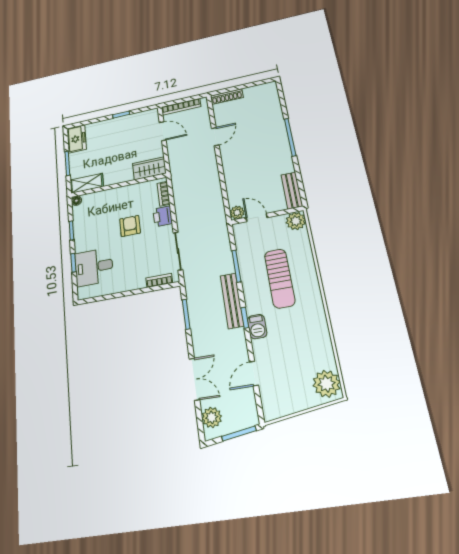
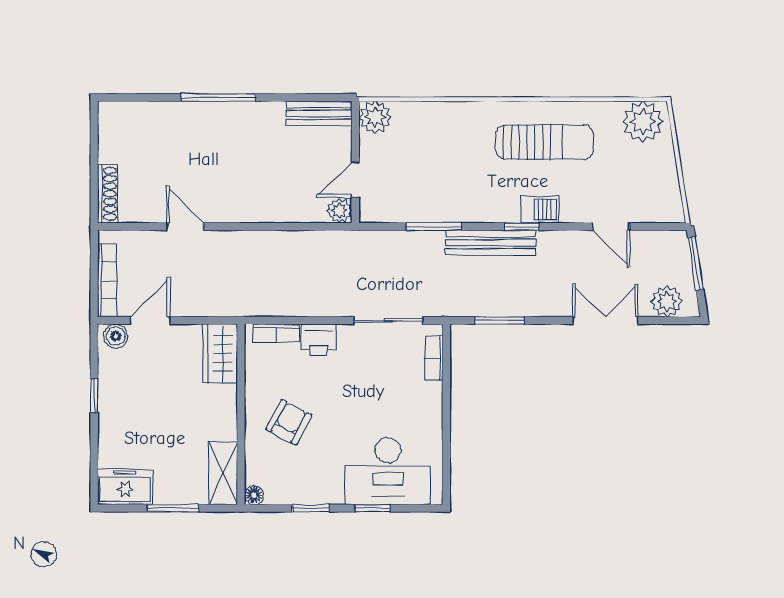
boiler: (153, 117) -> (116, 336), added
armchair: (130, 226) -> (289, 422), moved, turned 118
desk: (94, 267) -> (388, 471), width x1.37
sun lounger: (280, 278) -> (545, 142), moved

